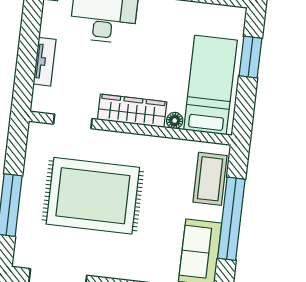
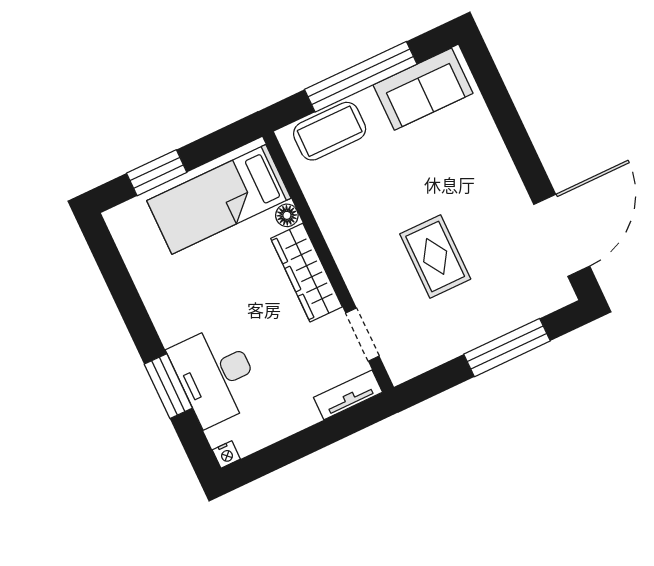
tv unit: (45, 62) -> (348, 395), moved
rug: (93, 196) -> (435, 256), width x0.54, depth x0.49

